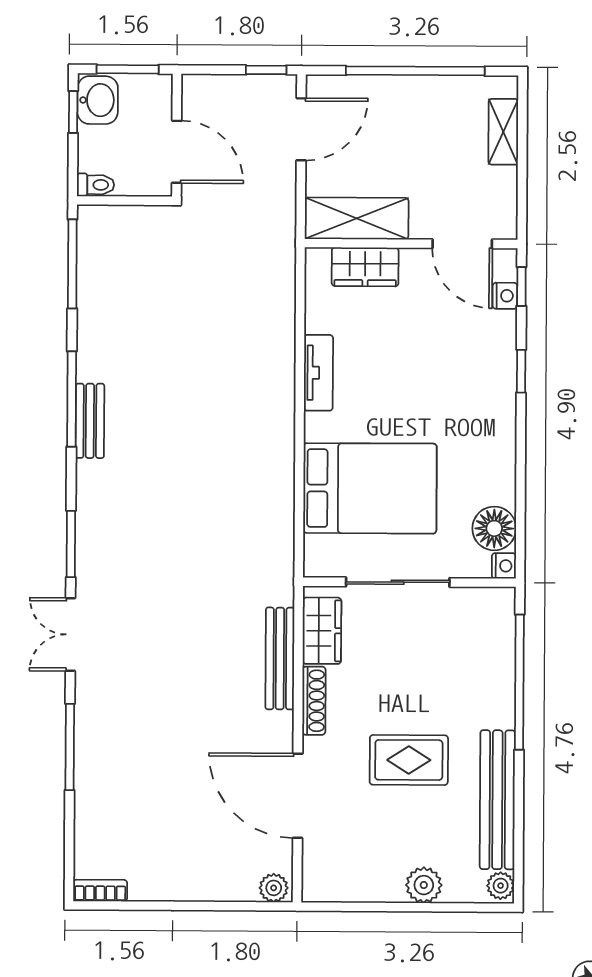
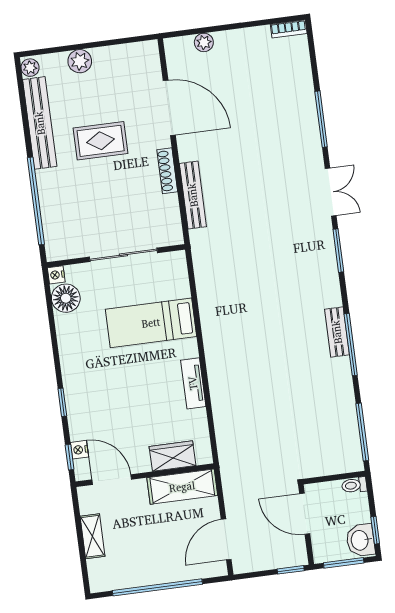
window: (266, 70) -> (291, 570), moved
shelving: (503, 132) -> (92, 536), moved
bed: (370, 488) -> (151, 323), width x0.67
wardrobe: (322, 631) -> (168, 217), removed
plant: (274, 888) -> (204, 42), moved

